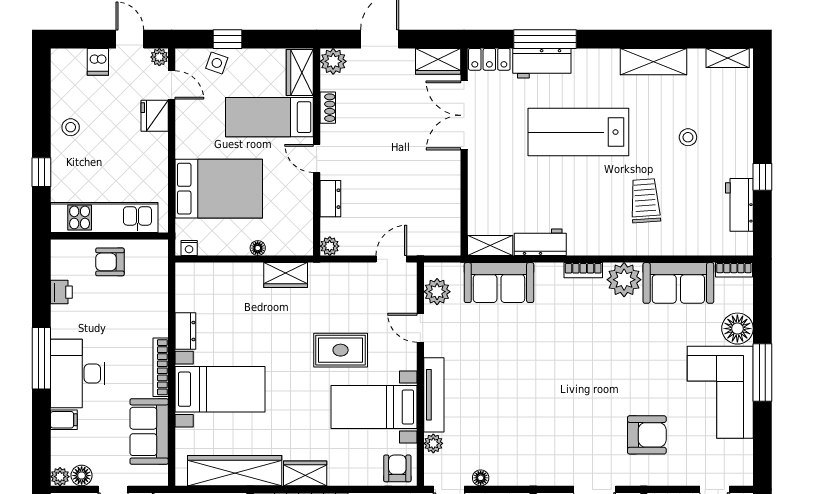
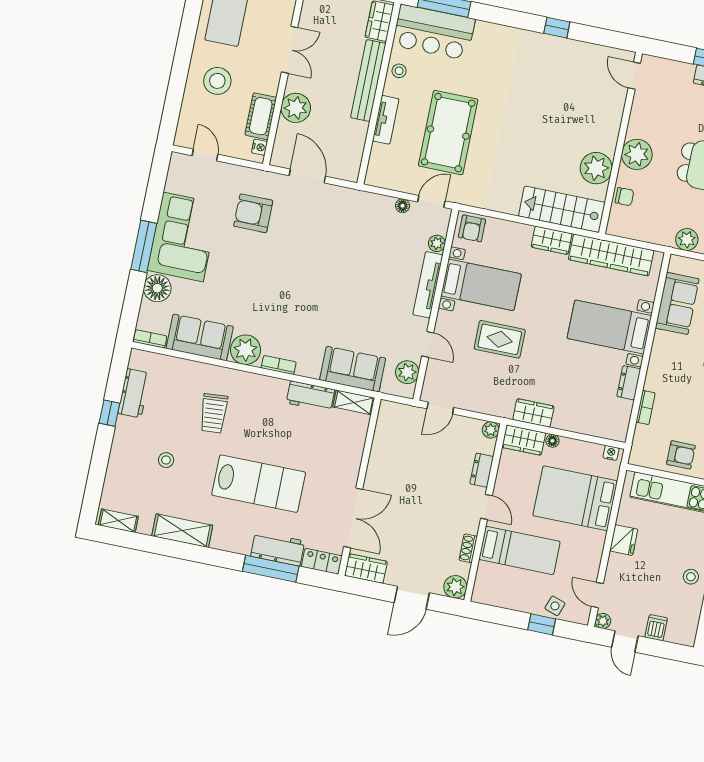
wardrobe: (300, 73) -> (524, 440), moved, turned 90
fridge: (155, 116) -> (624, 540), moved
bookcase: (161, 367) -> (646, 407), moved, width x0.64

